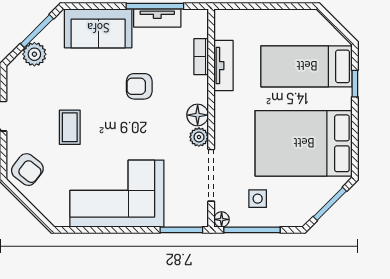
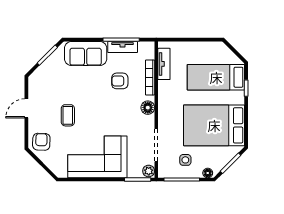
plant: (34, 54) -> (46, 70), removed
bookcase: (201, 57) -> (150, 78), width x1.56
tv unit: (223, 66) -> (164, 64), moved
armchair: (139, 86) -> (120, 81), moved
plant: (199, 137) -> (149, 171), moved
armchair: (27, 170) -> (41, 142), turned -126
floor lamp: (222, 219) -> (208, 173), moved

